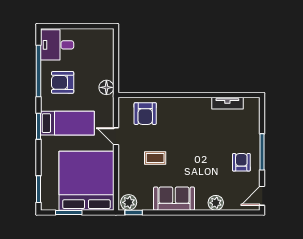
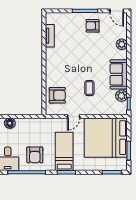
floor lamp: (106, 87) -> (10, 123), moved
plant: (129, 202) -> (121, 96), moved

